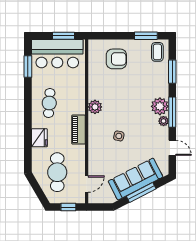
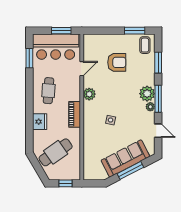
armchair: (116, 59) -> (117, 62), moved
cafe table: (57, 172) -> (56, 152), turned 55
door: (87, 184) -> (82, 69), moved

